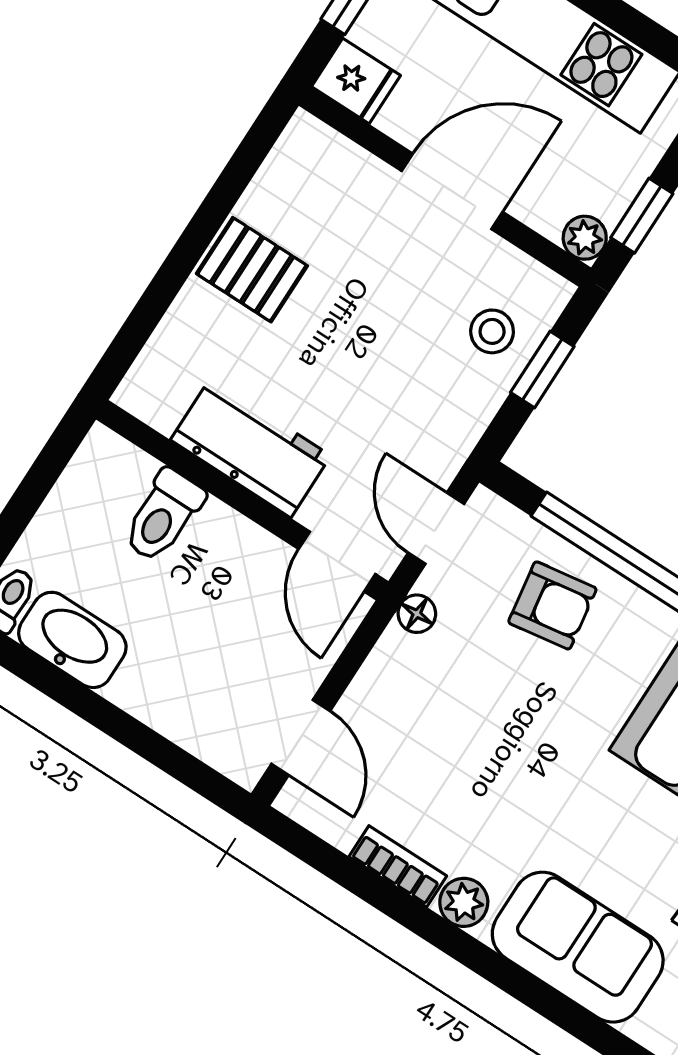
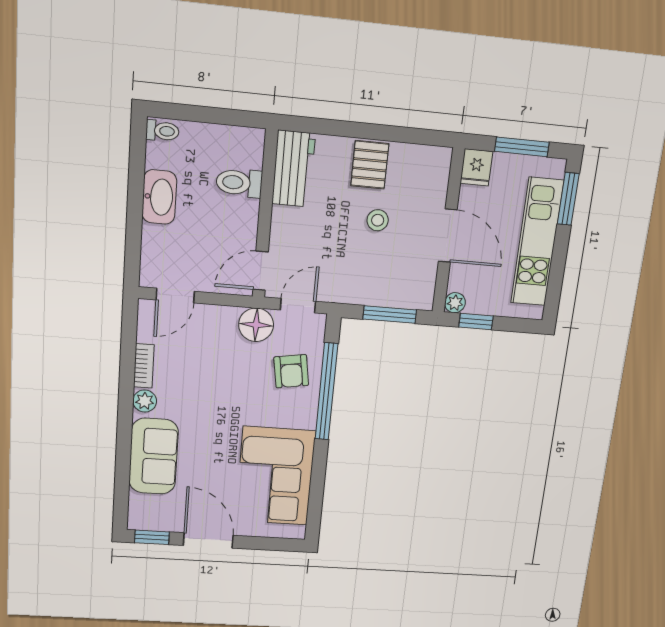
stool: (492, 331) -> (378, 220), moved
window: (542, 369) -> (390, 314), width x1.50
workbench: (251, 448) -> (293, 169), moved
floor lamp: (417, 614) -> (256, 325), width x1.89, depth x1.89
washbasin: (72, 640) -> (159, 197), moved

